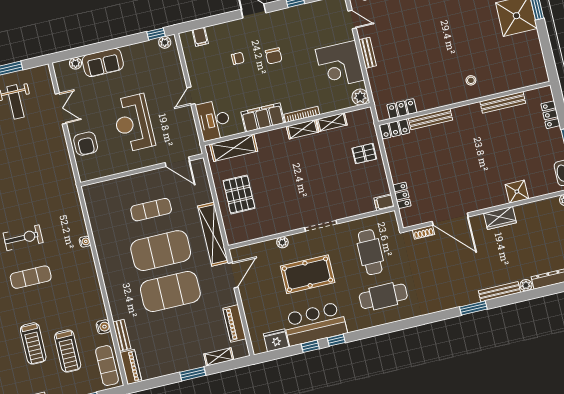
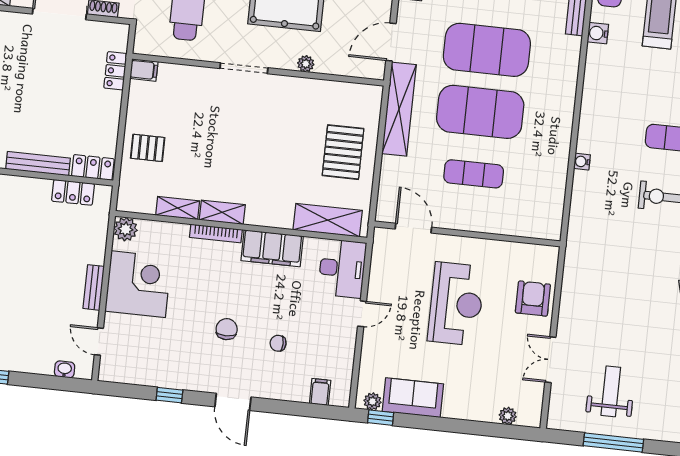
sofa: (103, 63) -> (413, 398), moved

